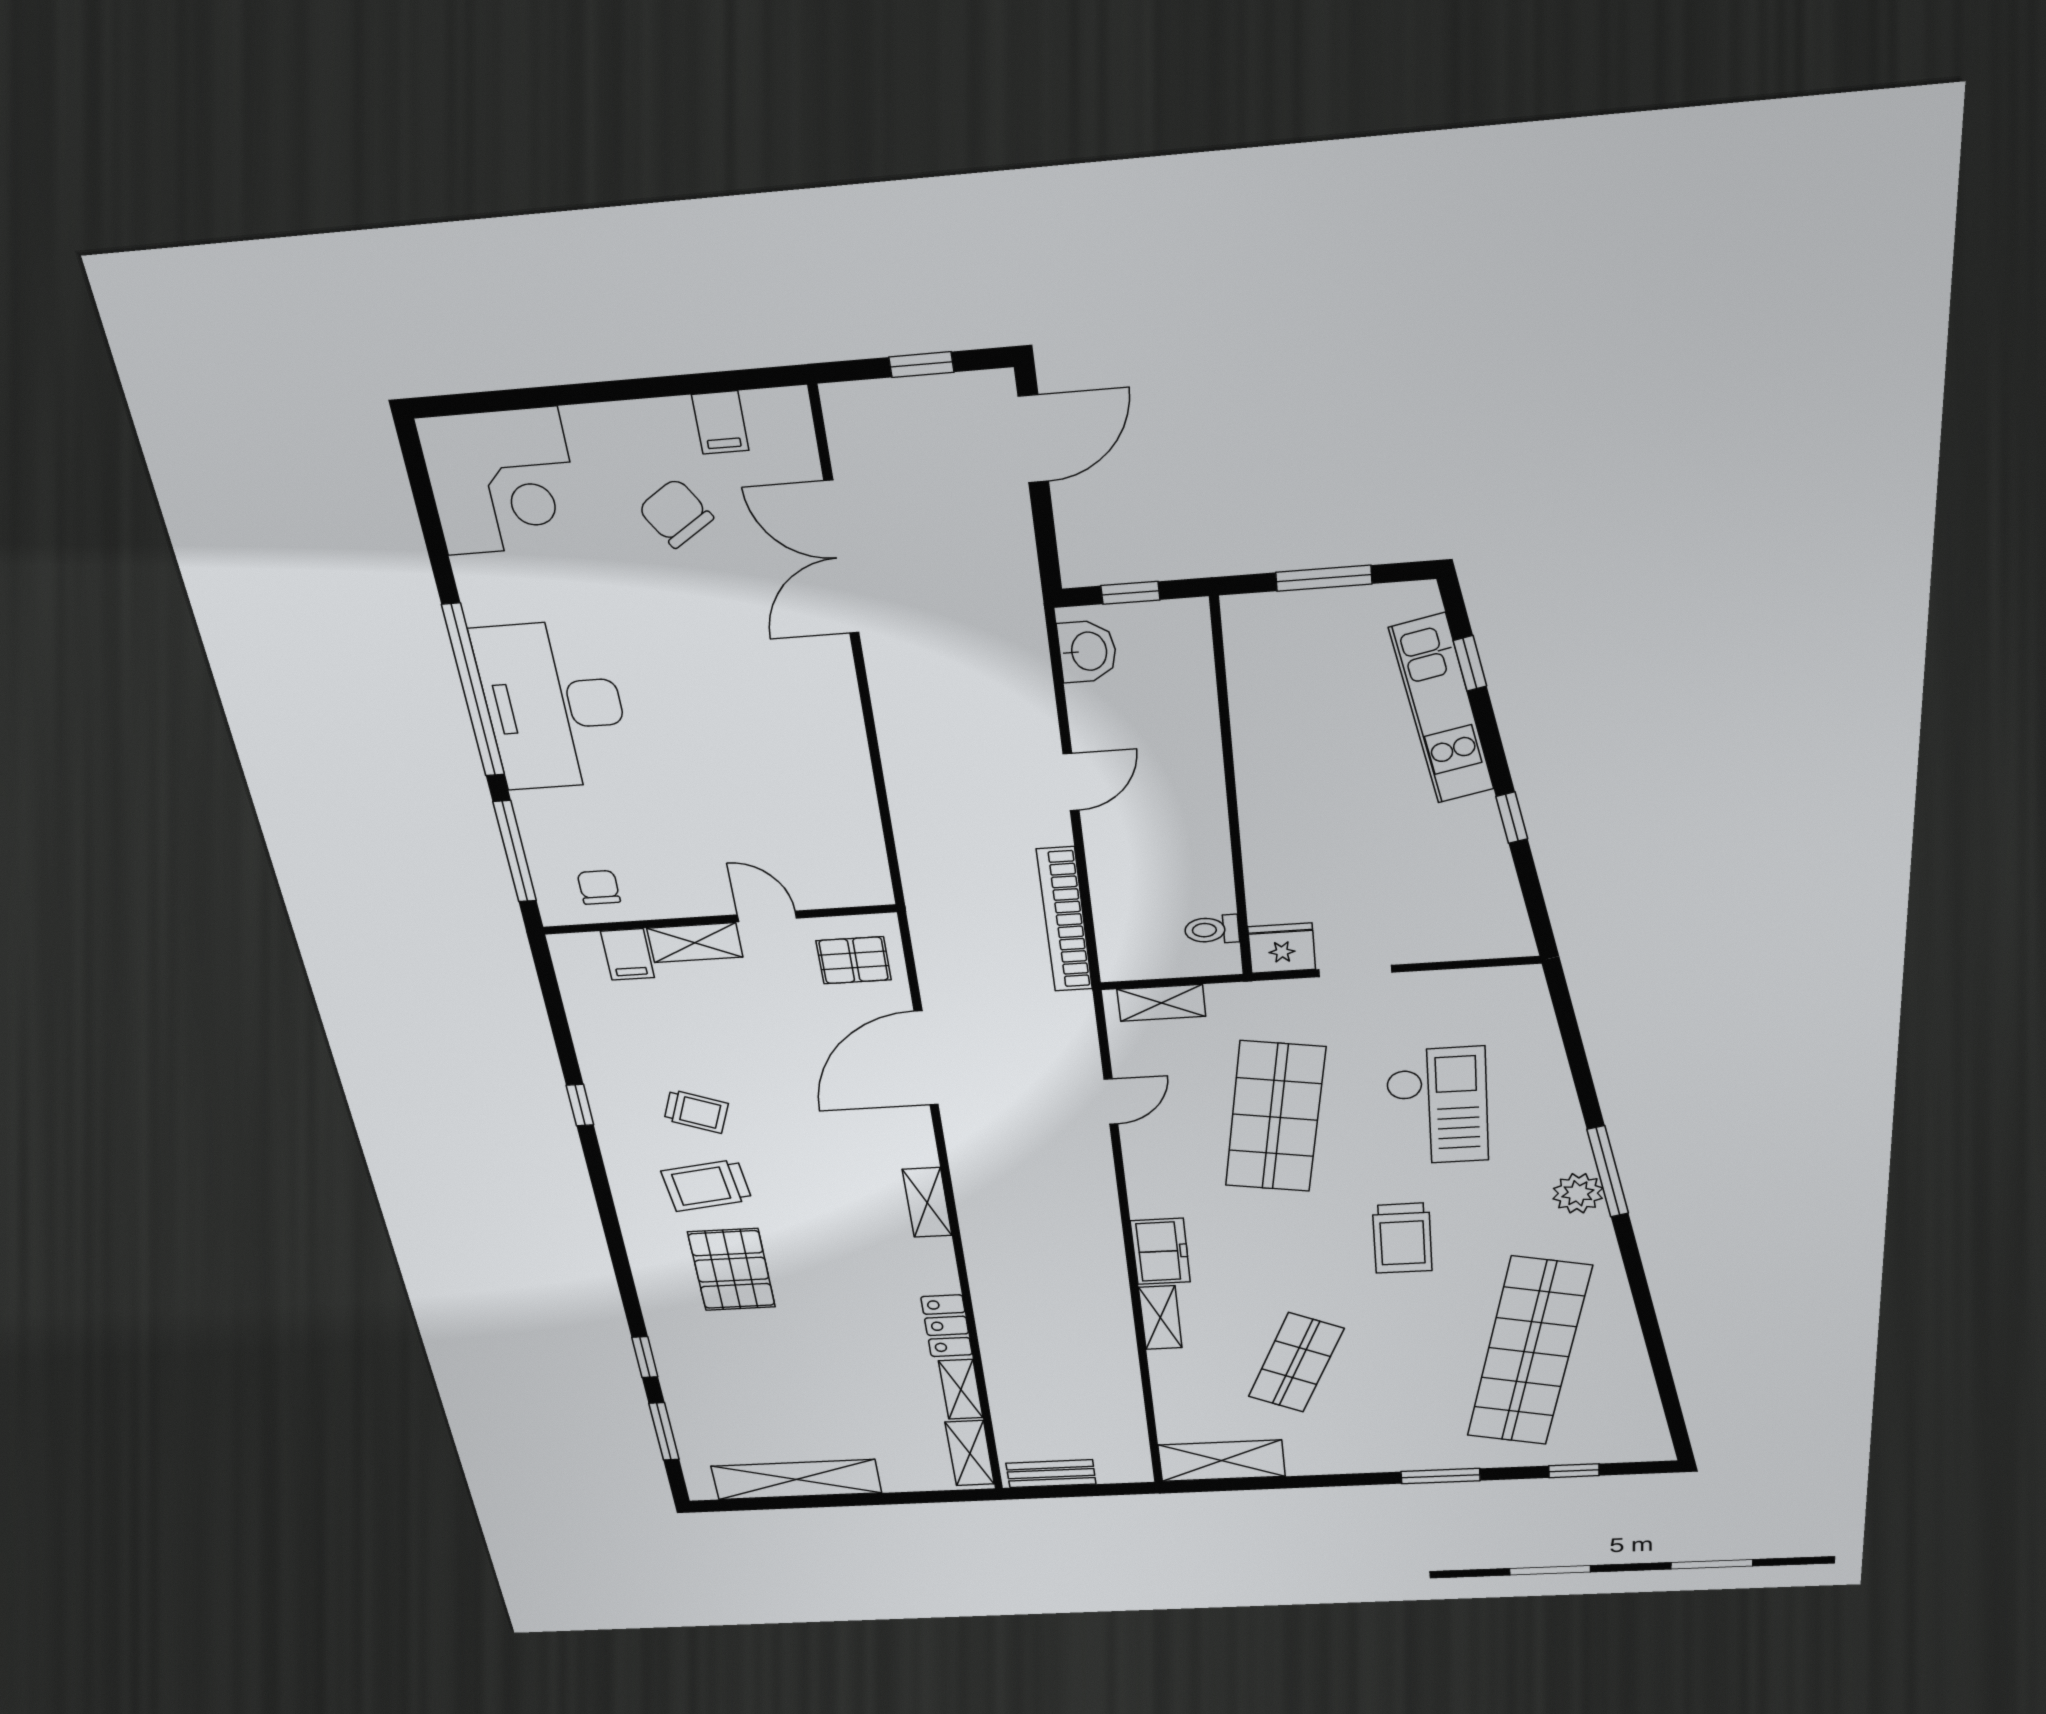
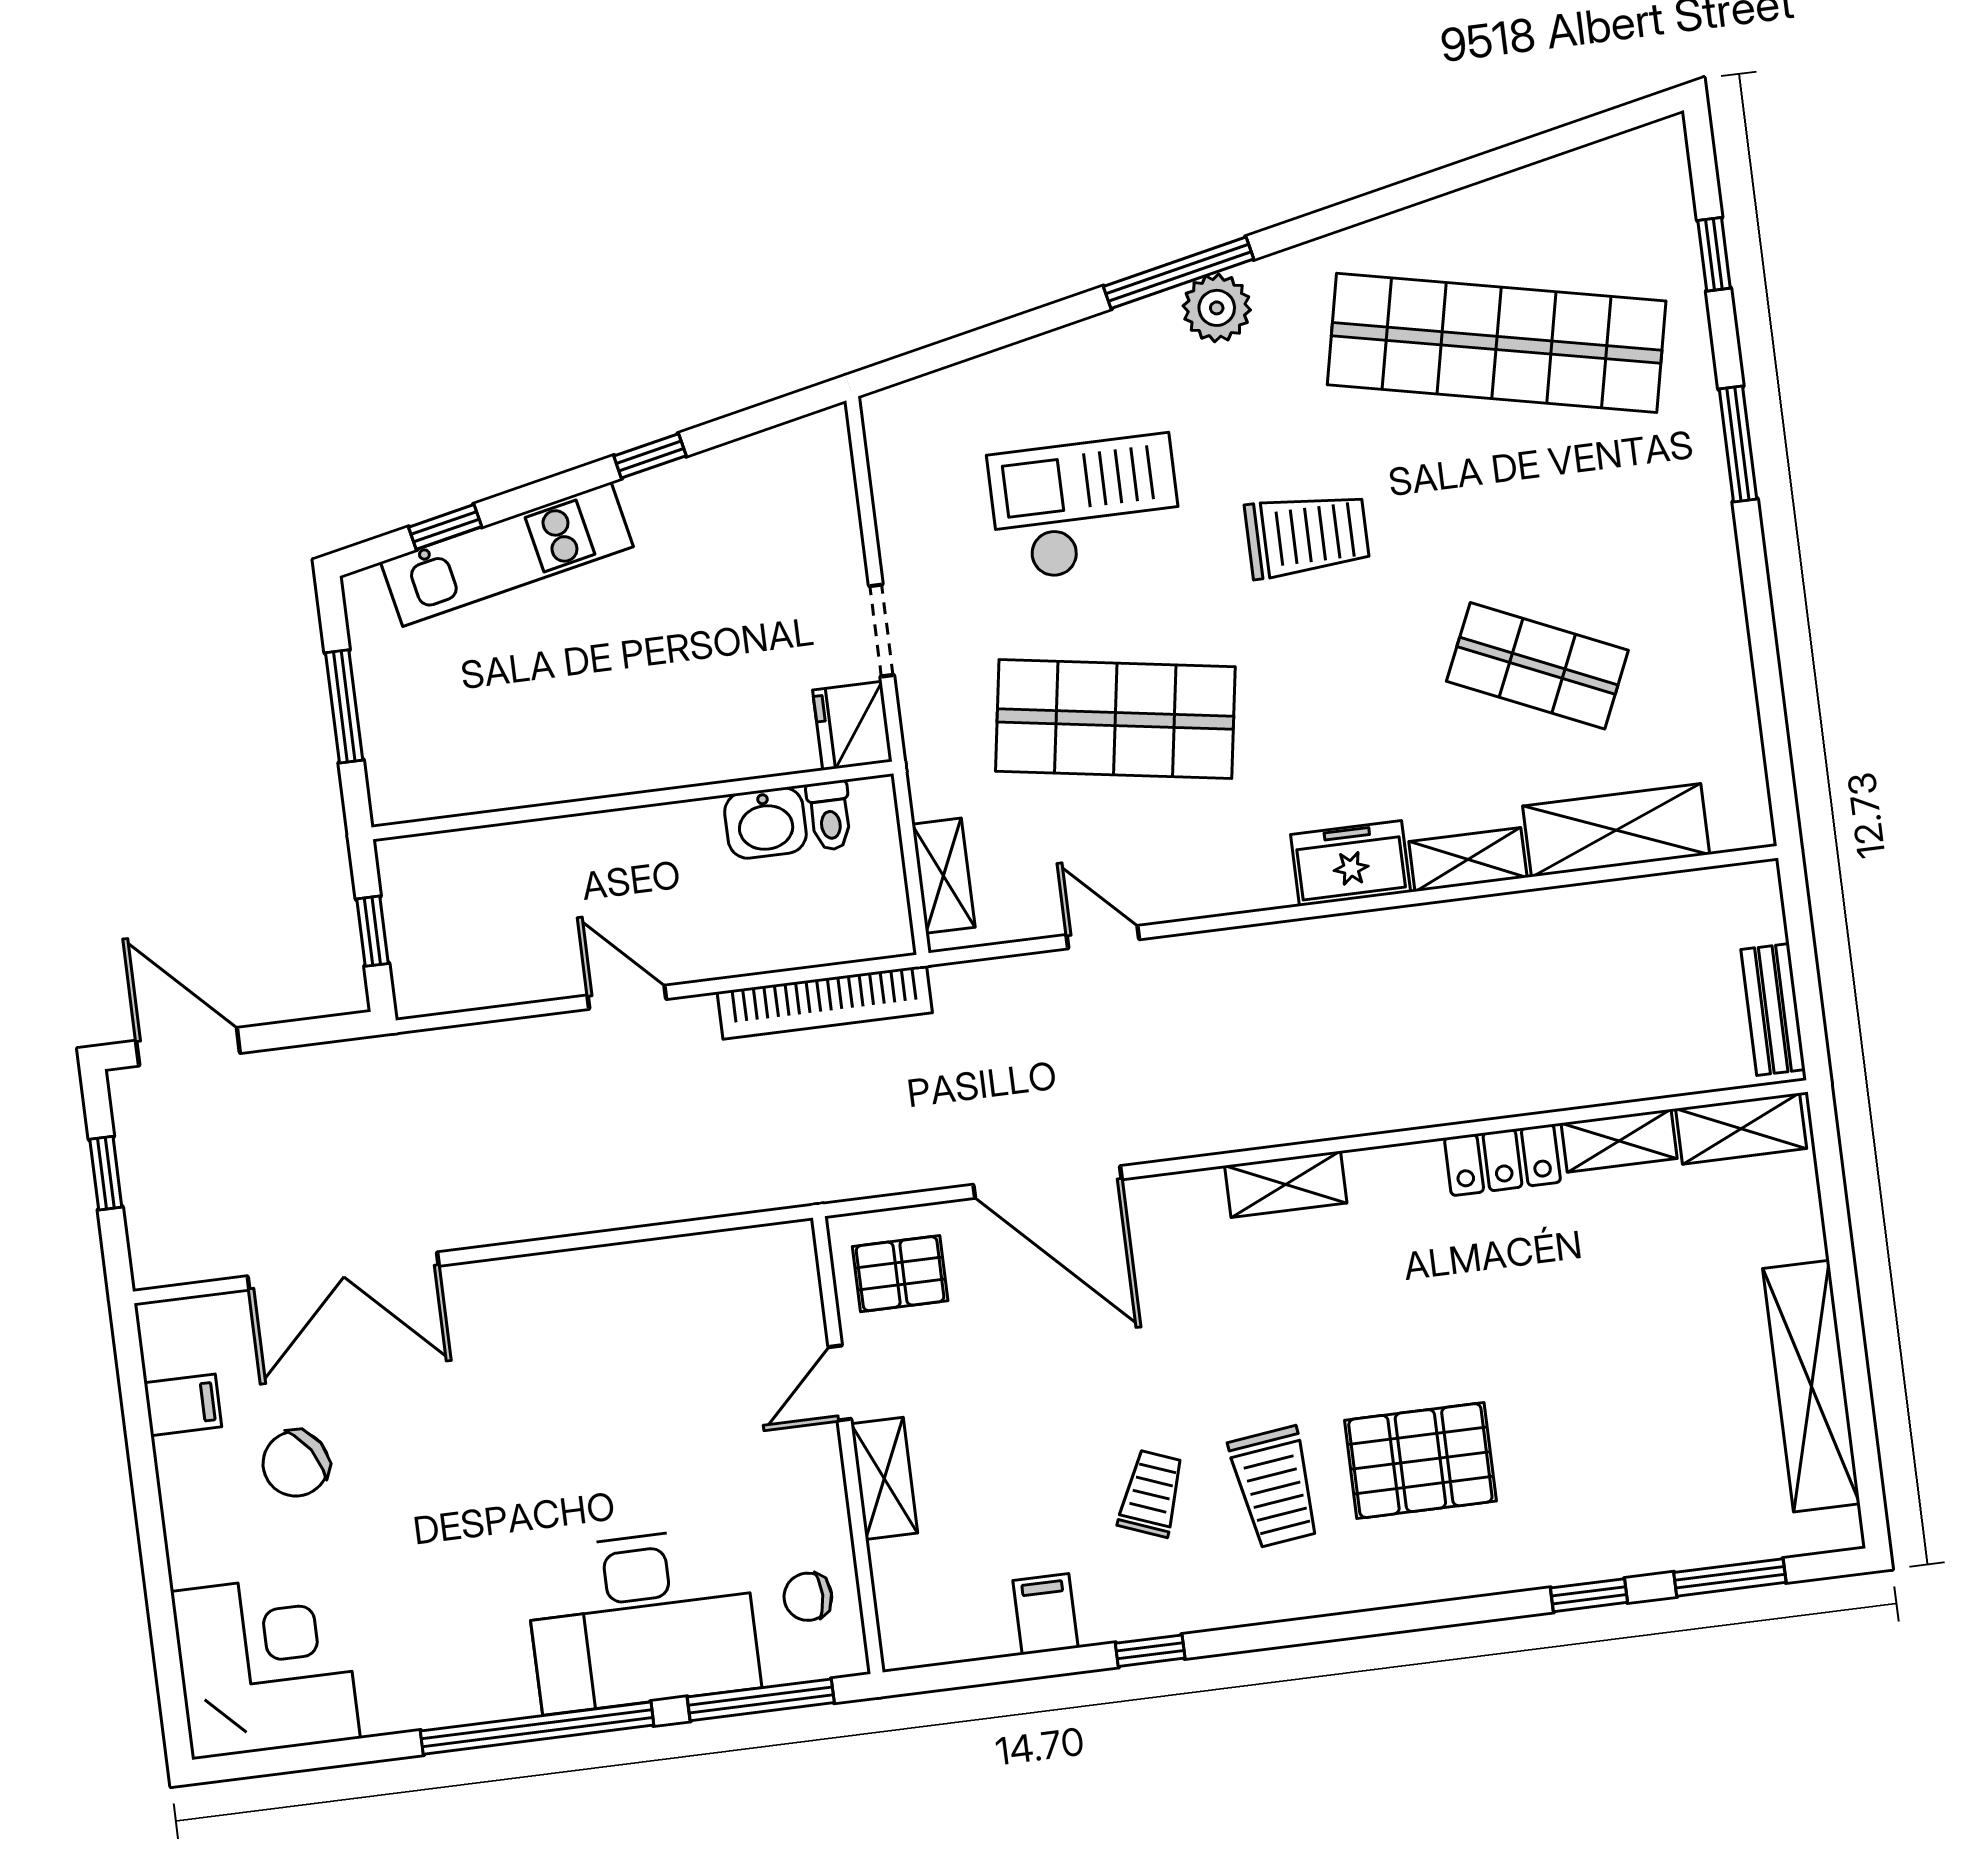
washbasin: (1087, 651) -> (765, 823), moved, turned 180
desk: (554, 706) -> (642, 1620), moved
filing cabinet: (628, 954) -> (1045, 1614), moved, turned -90
pallet: (854, 960) -> (900, 1274), turned 90
shelving: (1222, 1461) -> (1616, 830), moved, turned 90

